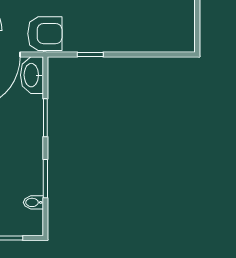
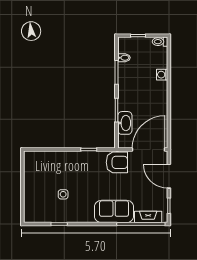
armchair: (45, 34) -> (117, 162), turned 180
washbasin: (32, 75) -> (125, 123), moved

